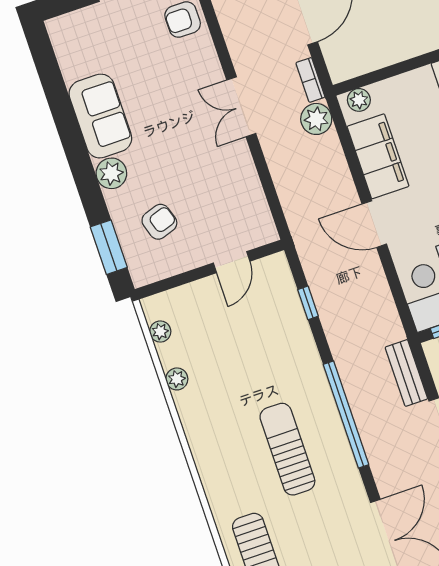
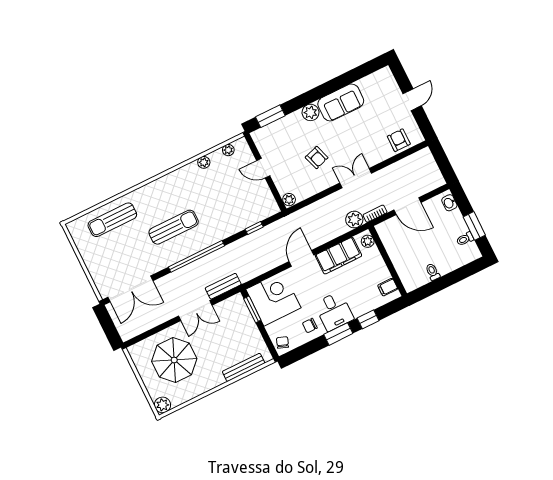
armchair: (159, 222) -> (317, 158), moved
plant: (265, 233) -> (289, 200), added
door: (232, 262) -> (263, 168), moved

